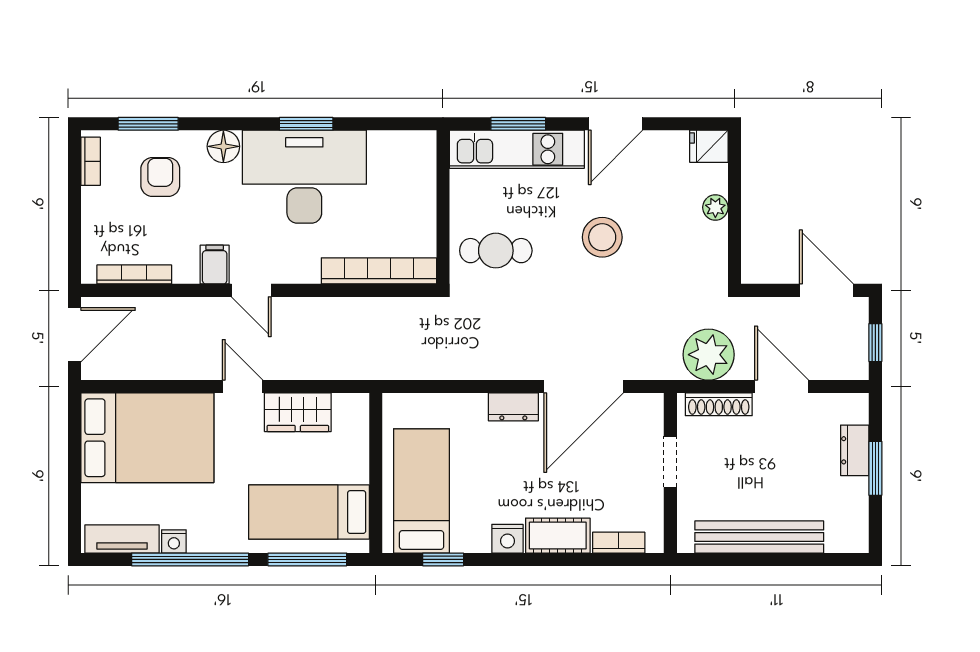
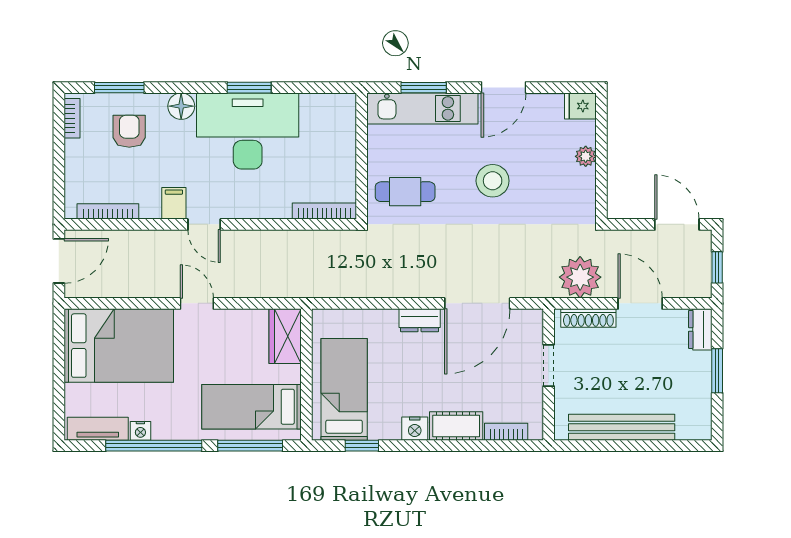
bookcase: (379, 271) -> (324, 211), width x0.68, depth x0.76
wardrobe: (298, 412) -> (285, 336), moved, turned 90
dresser: (855, 450) -> (700, 329), moved

